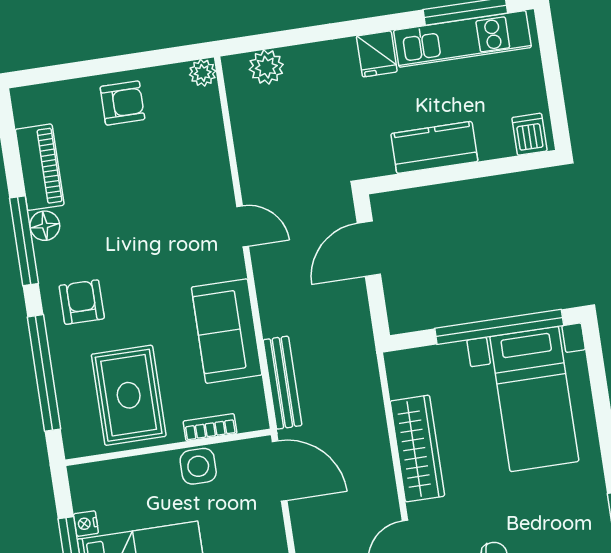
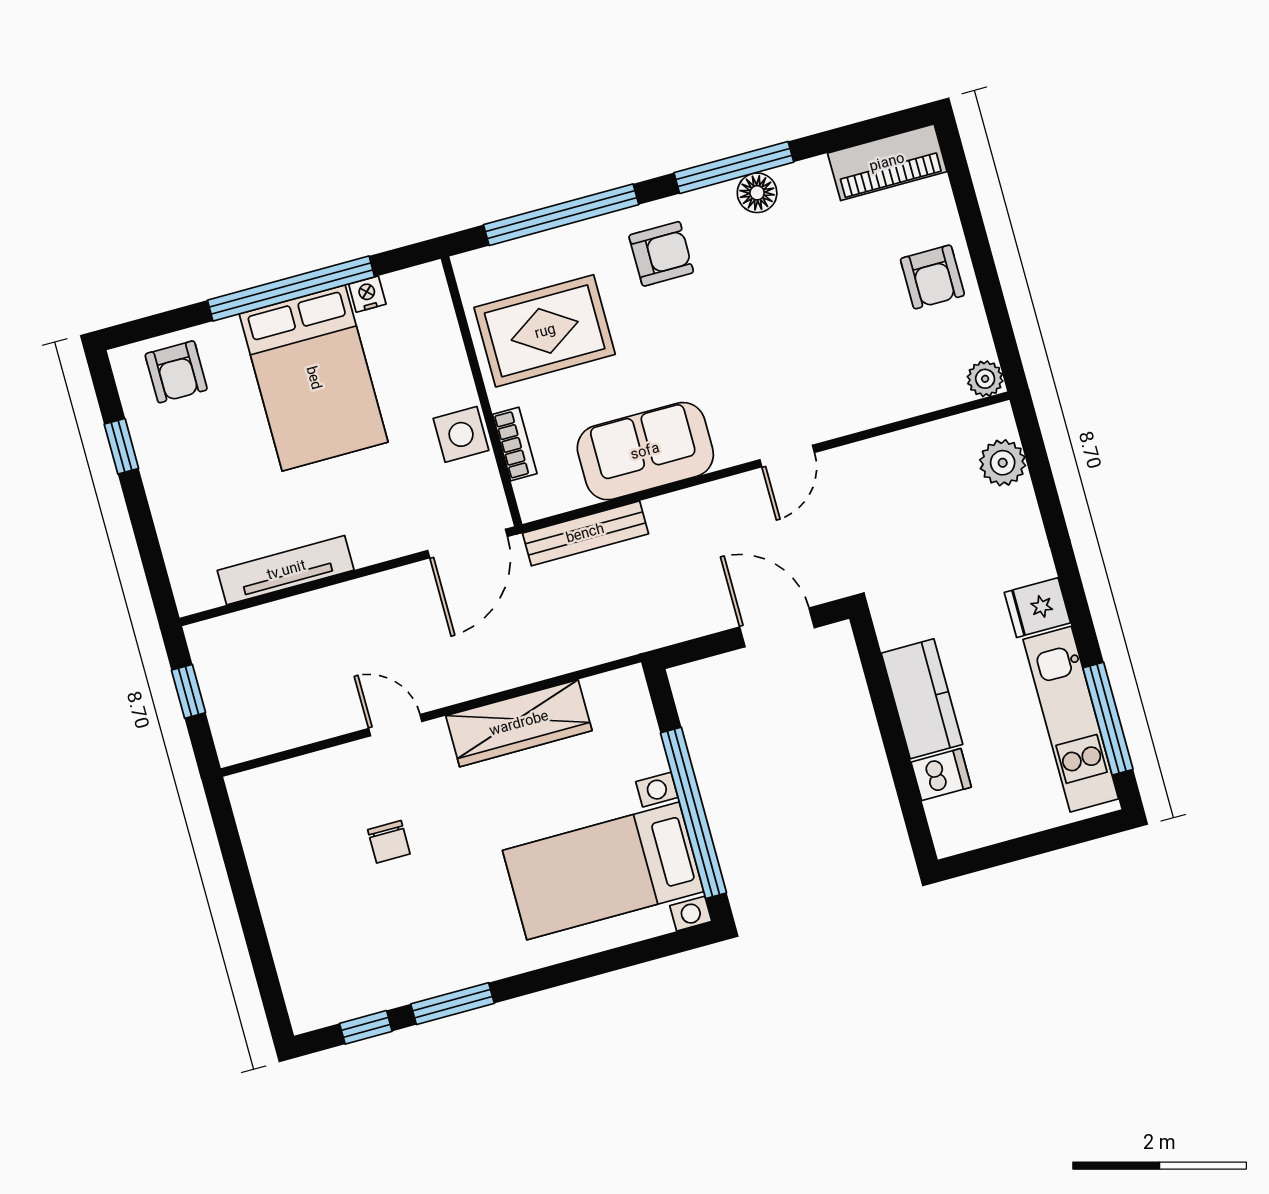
dishwasher: (529, 134) -> (941, 775), moved
piano: (40, 167) -> (887, 162), moved

